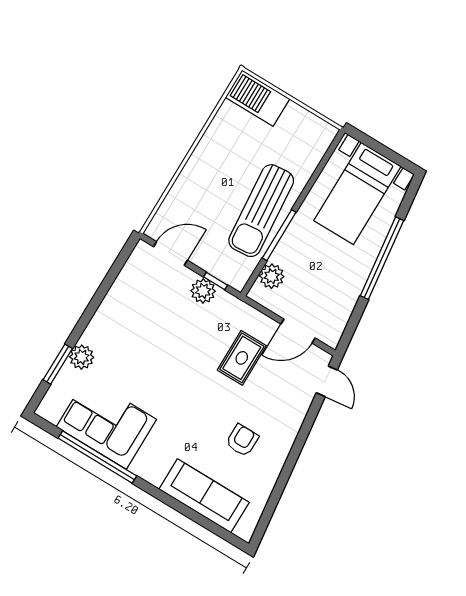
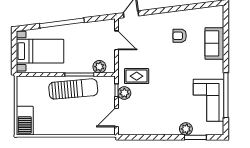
door: (170, 254) -> (117, 117), hinge flipped
rug: (242, 358) -> (137, 76), moved
sofa: (204, 496) -> (214, 43), width x0.73

